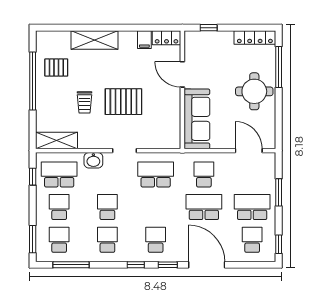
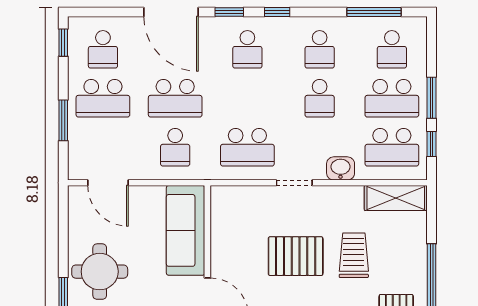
trolley: (85, 102) -> (354, 255), width x1.36, depth x1.39
school desk: (59, 207) -> (392, 98), width x1.85
window: (33, 239) -> (431, 98), moved

